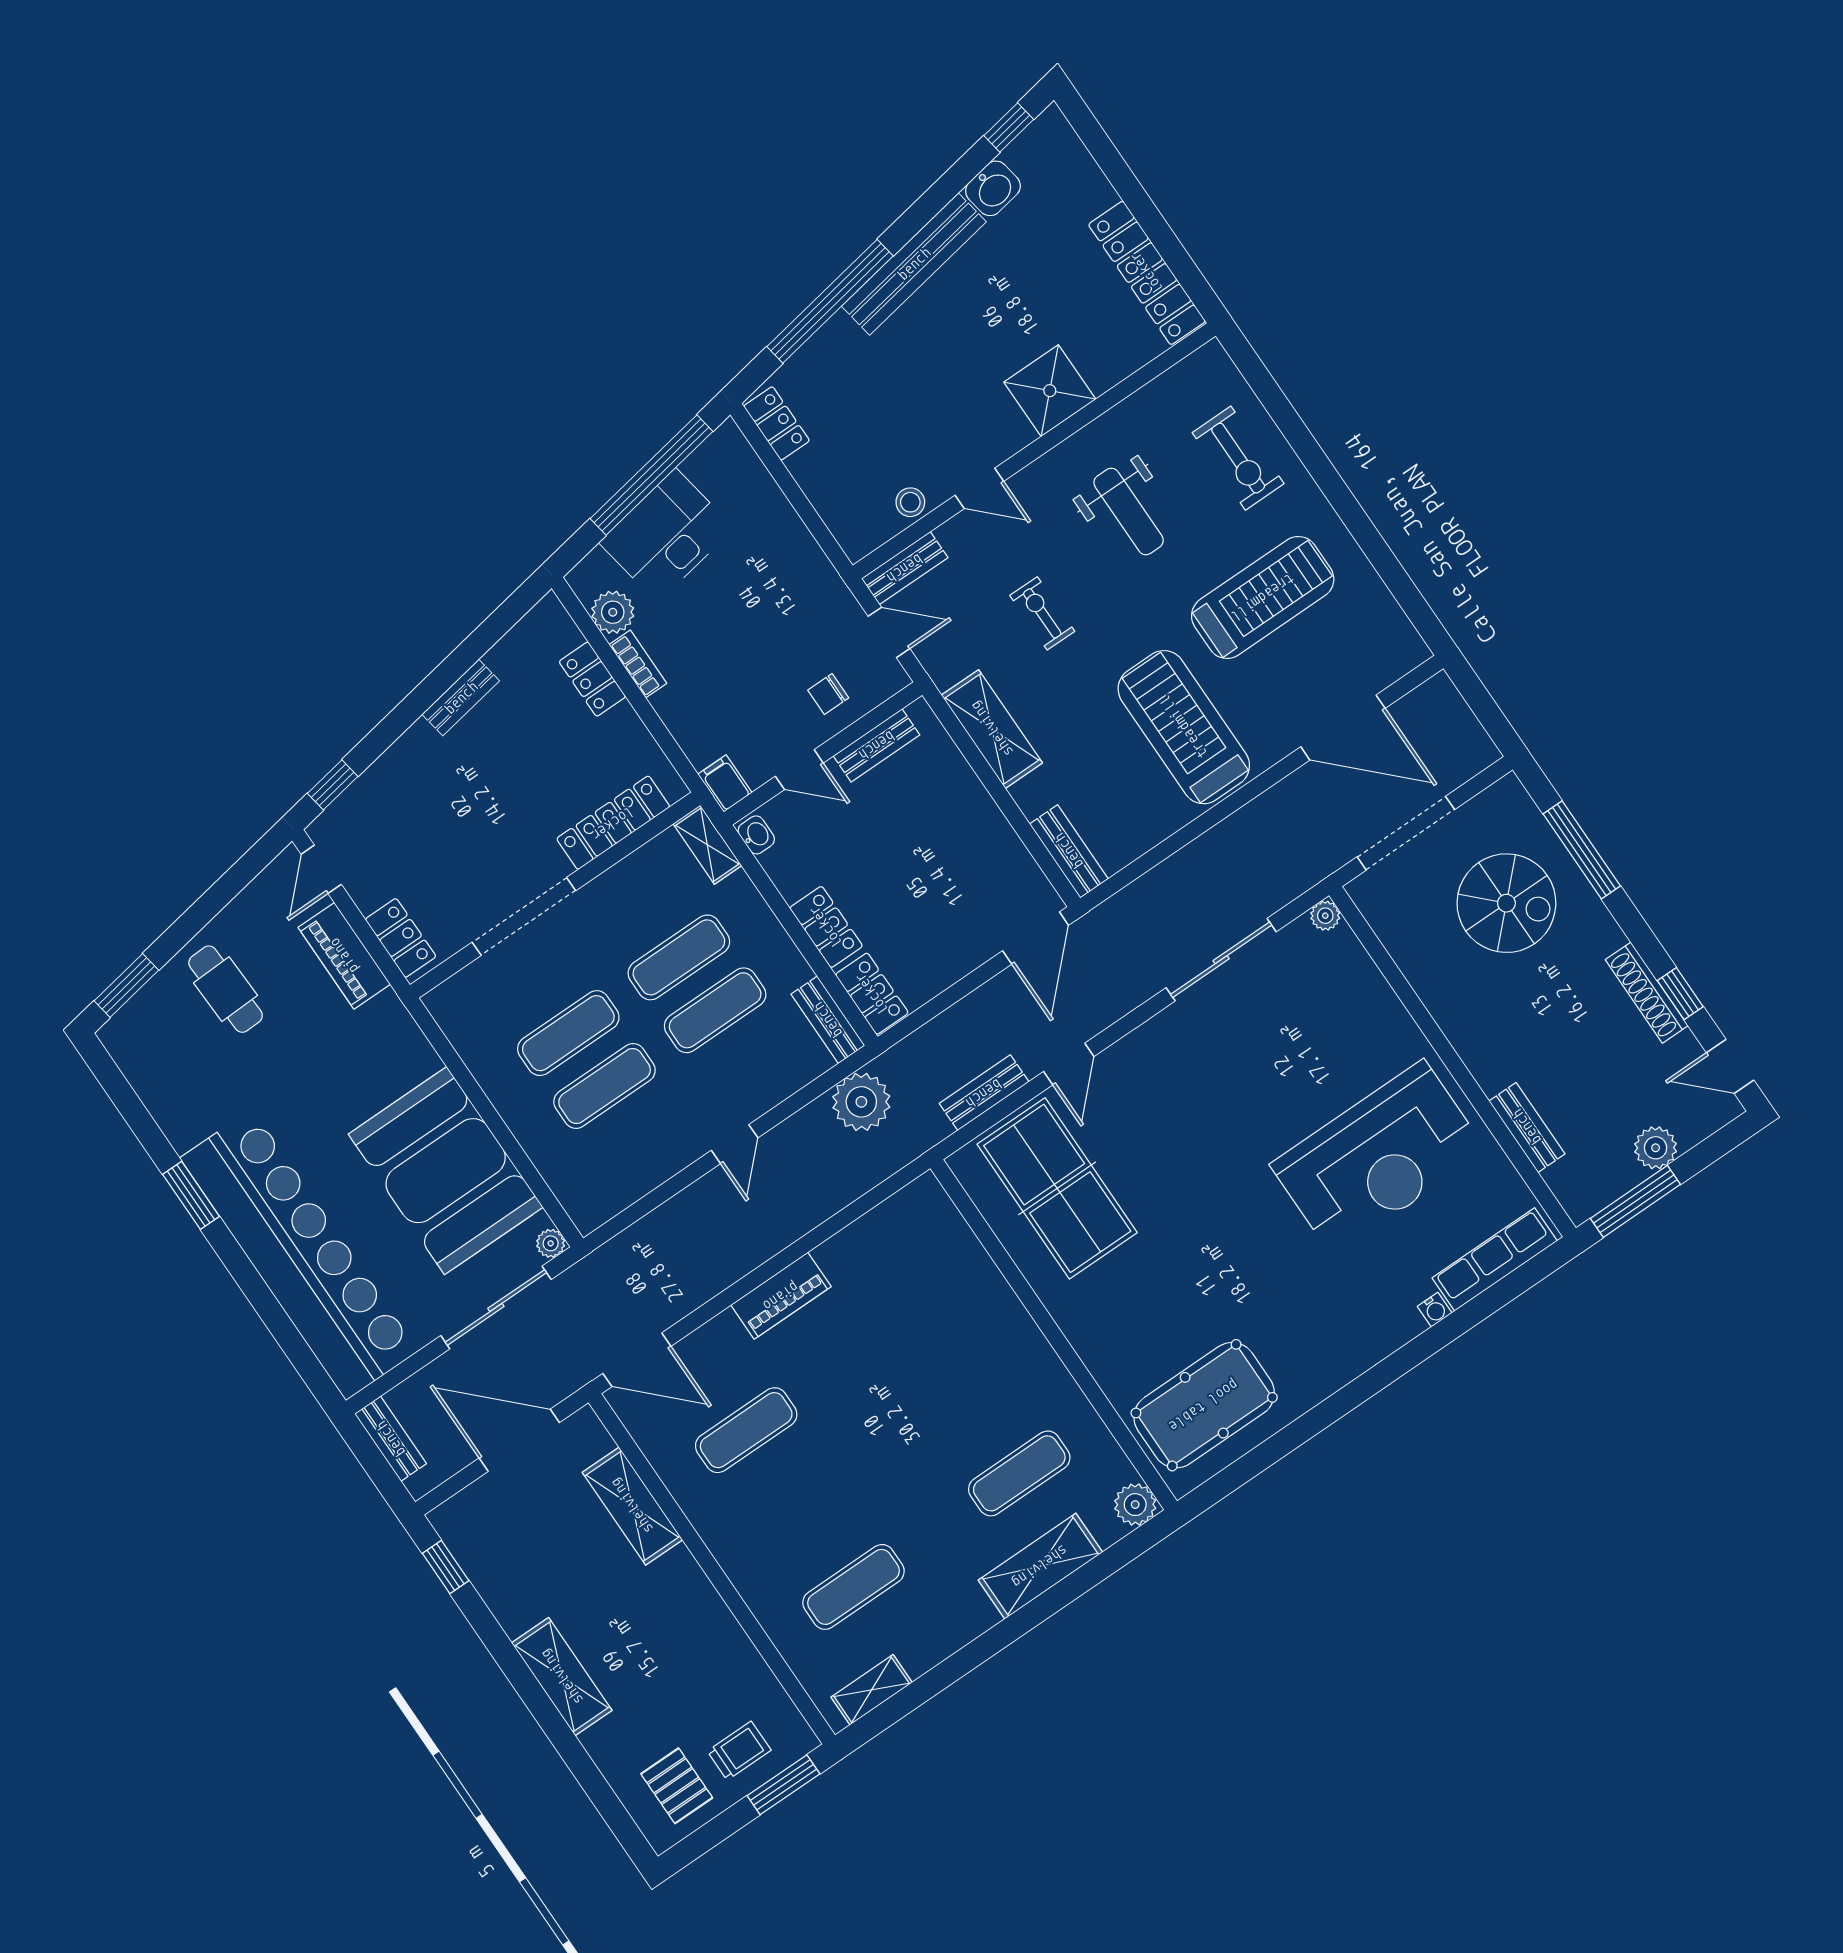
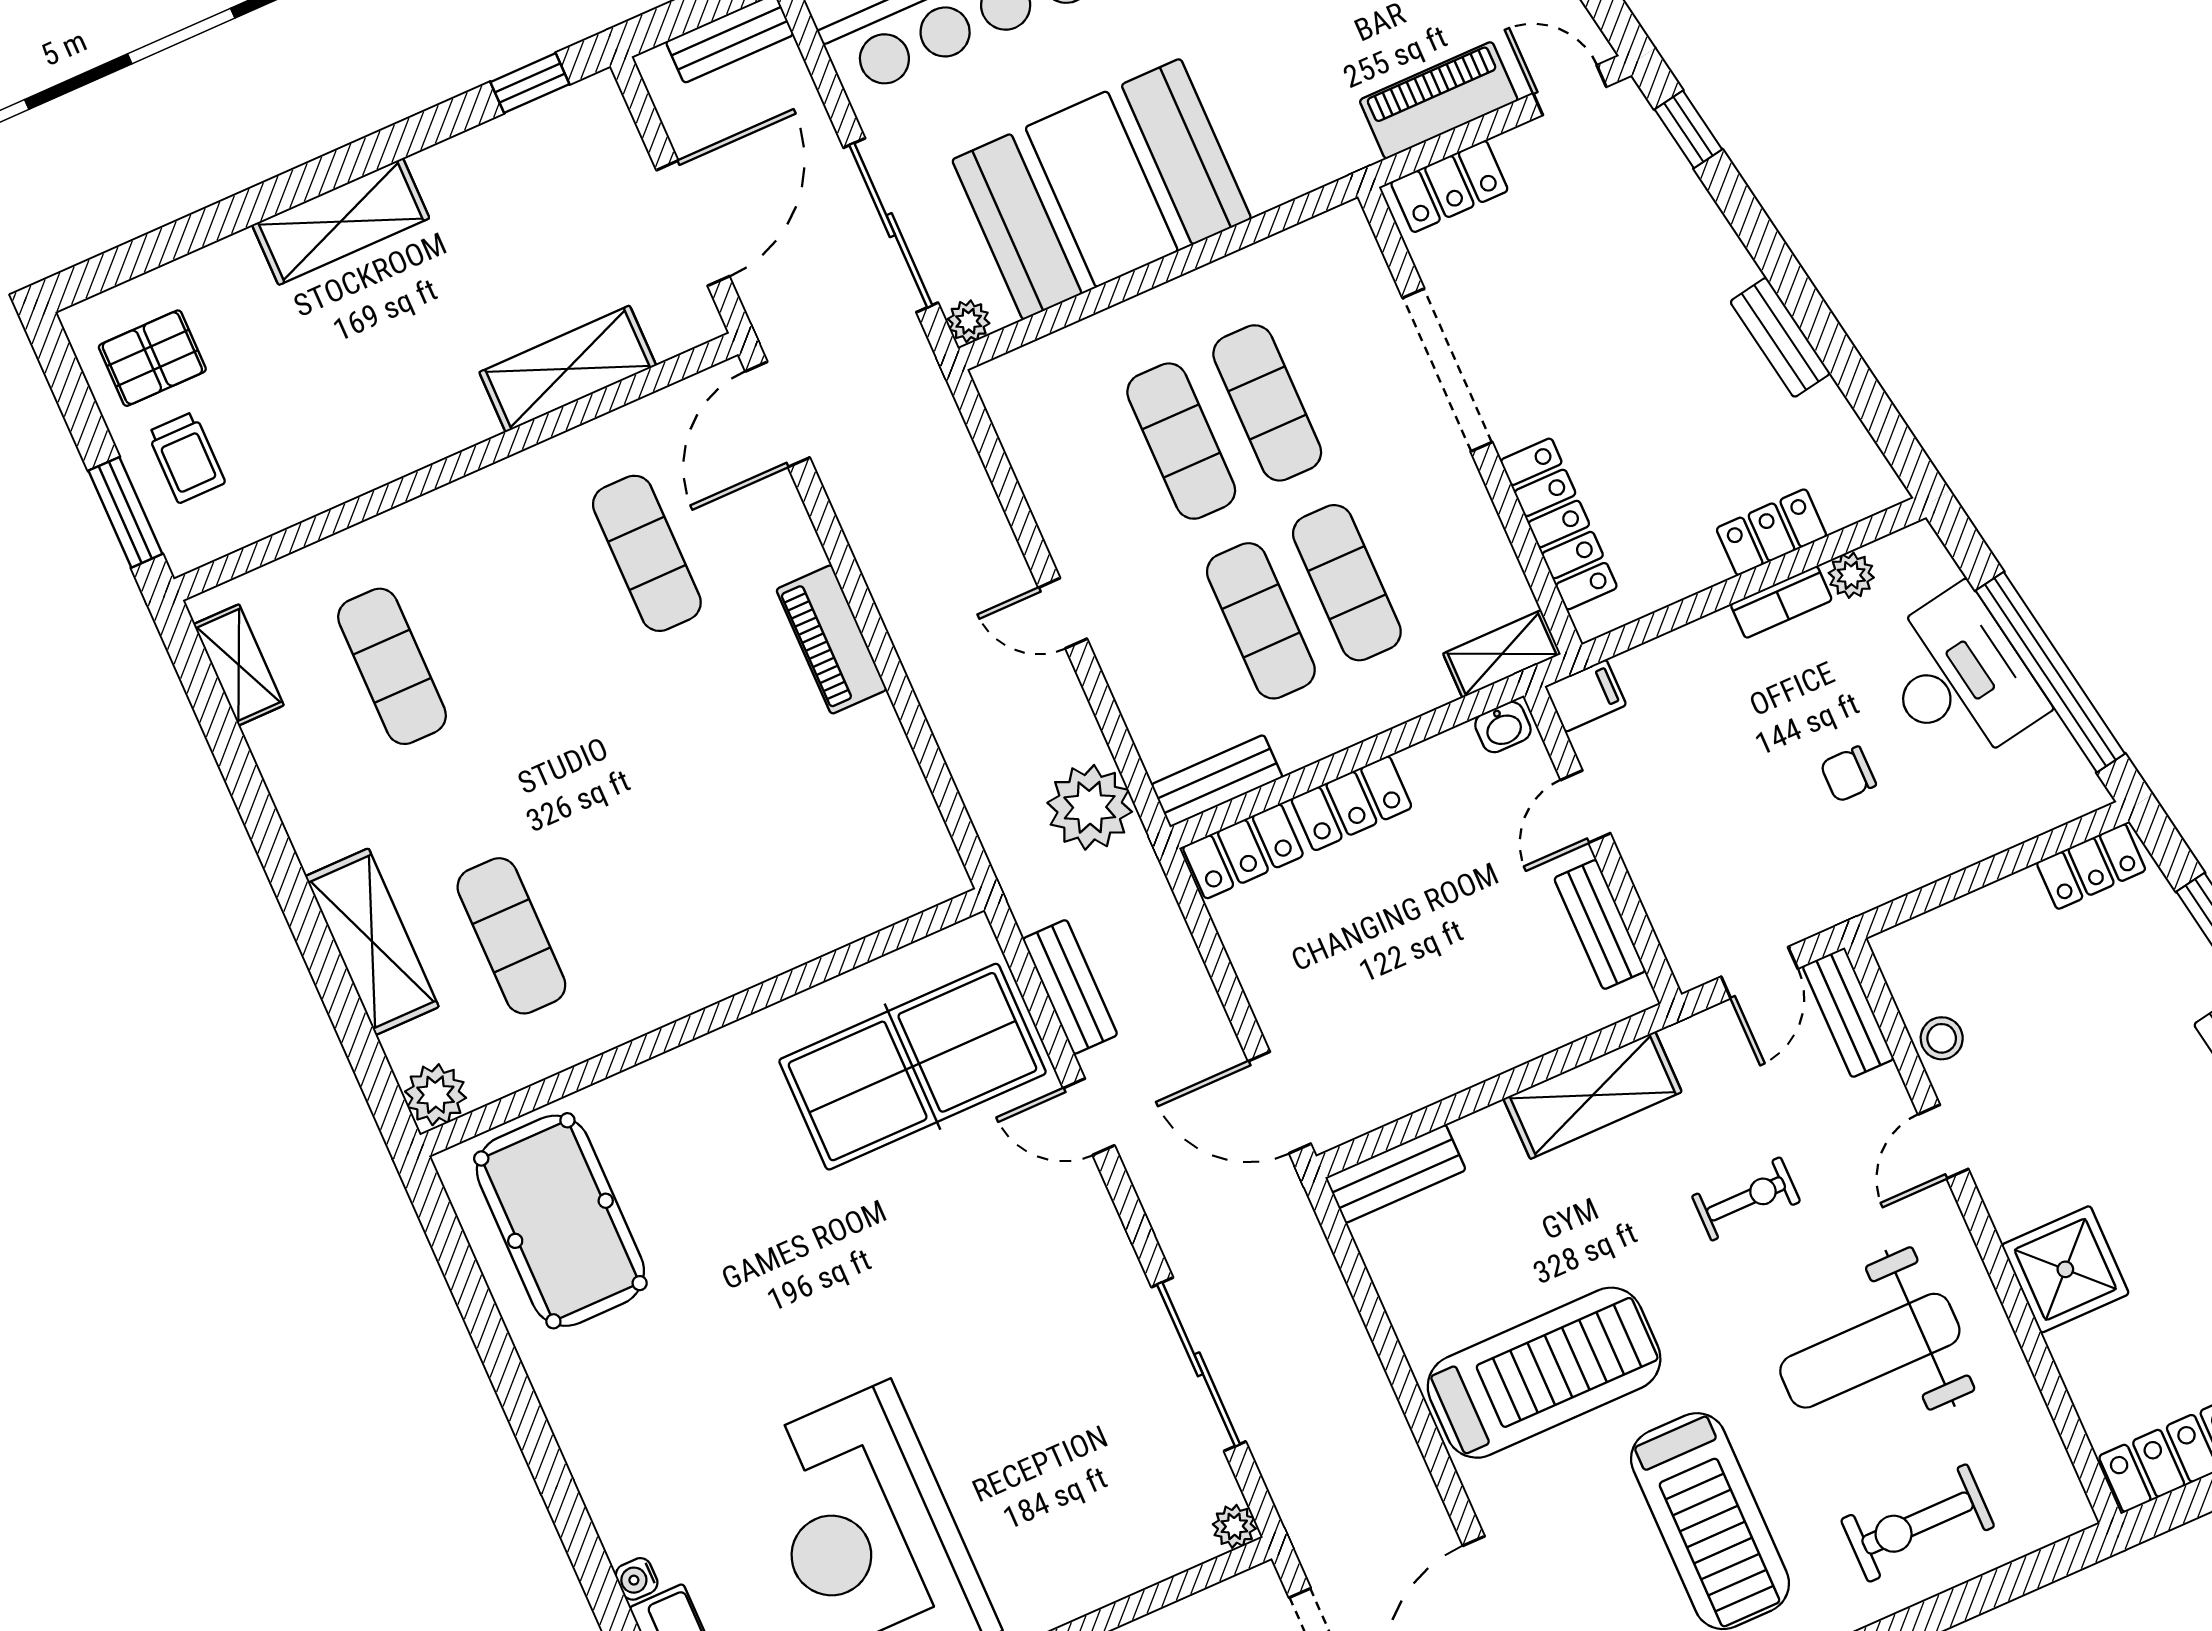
weight bench: (1129, 511) -> (1870, 1351), width x1.36, depth x1.33
plant: (613, 612) -> (1851, 575), width x0.73, depth x0.73
chair: (828, 694) -> (1848, 774), moved, turned -90

